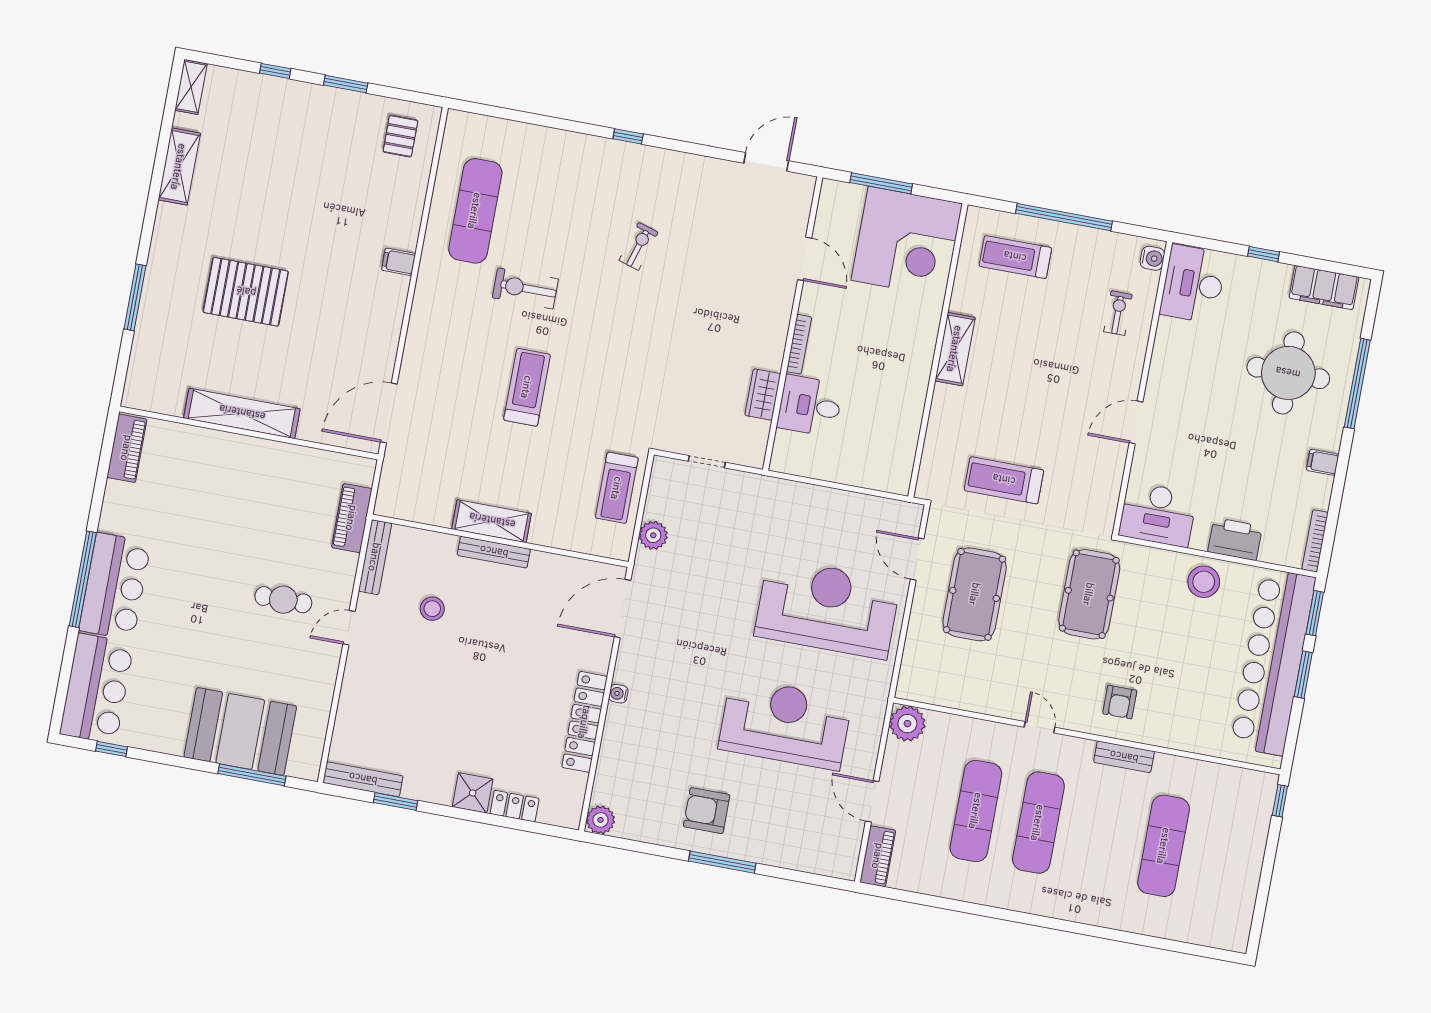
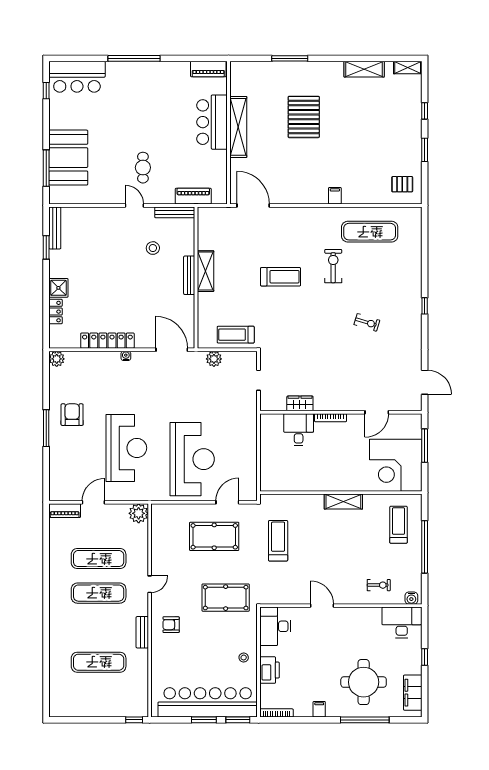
stool: (1204, 582) -> (244, 658), width x0.53, depth x0.53
bar counter: (115, 586) -> (212, 122), moved, turned 90

